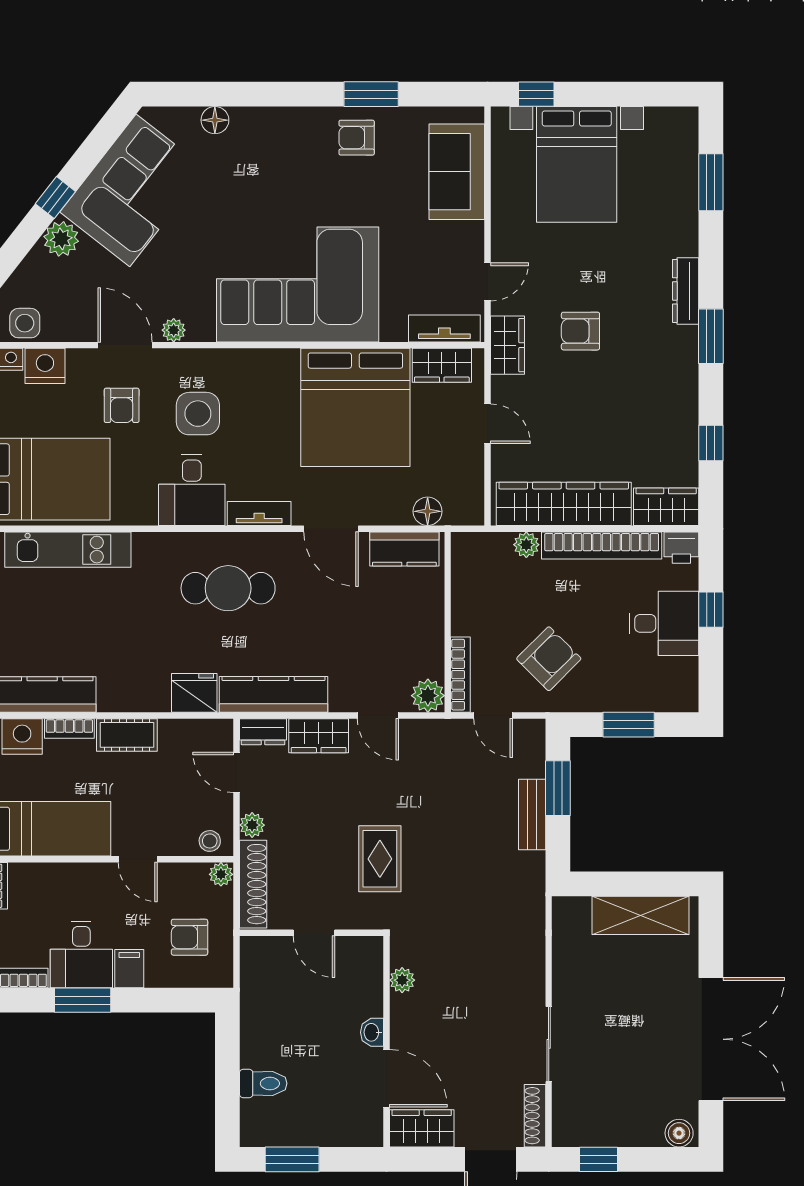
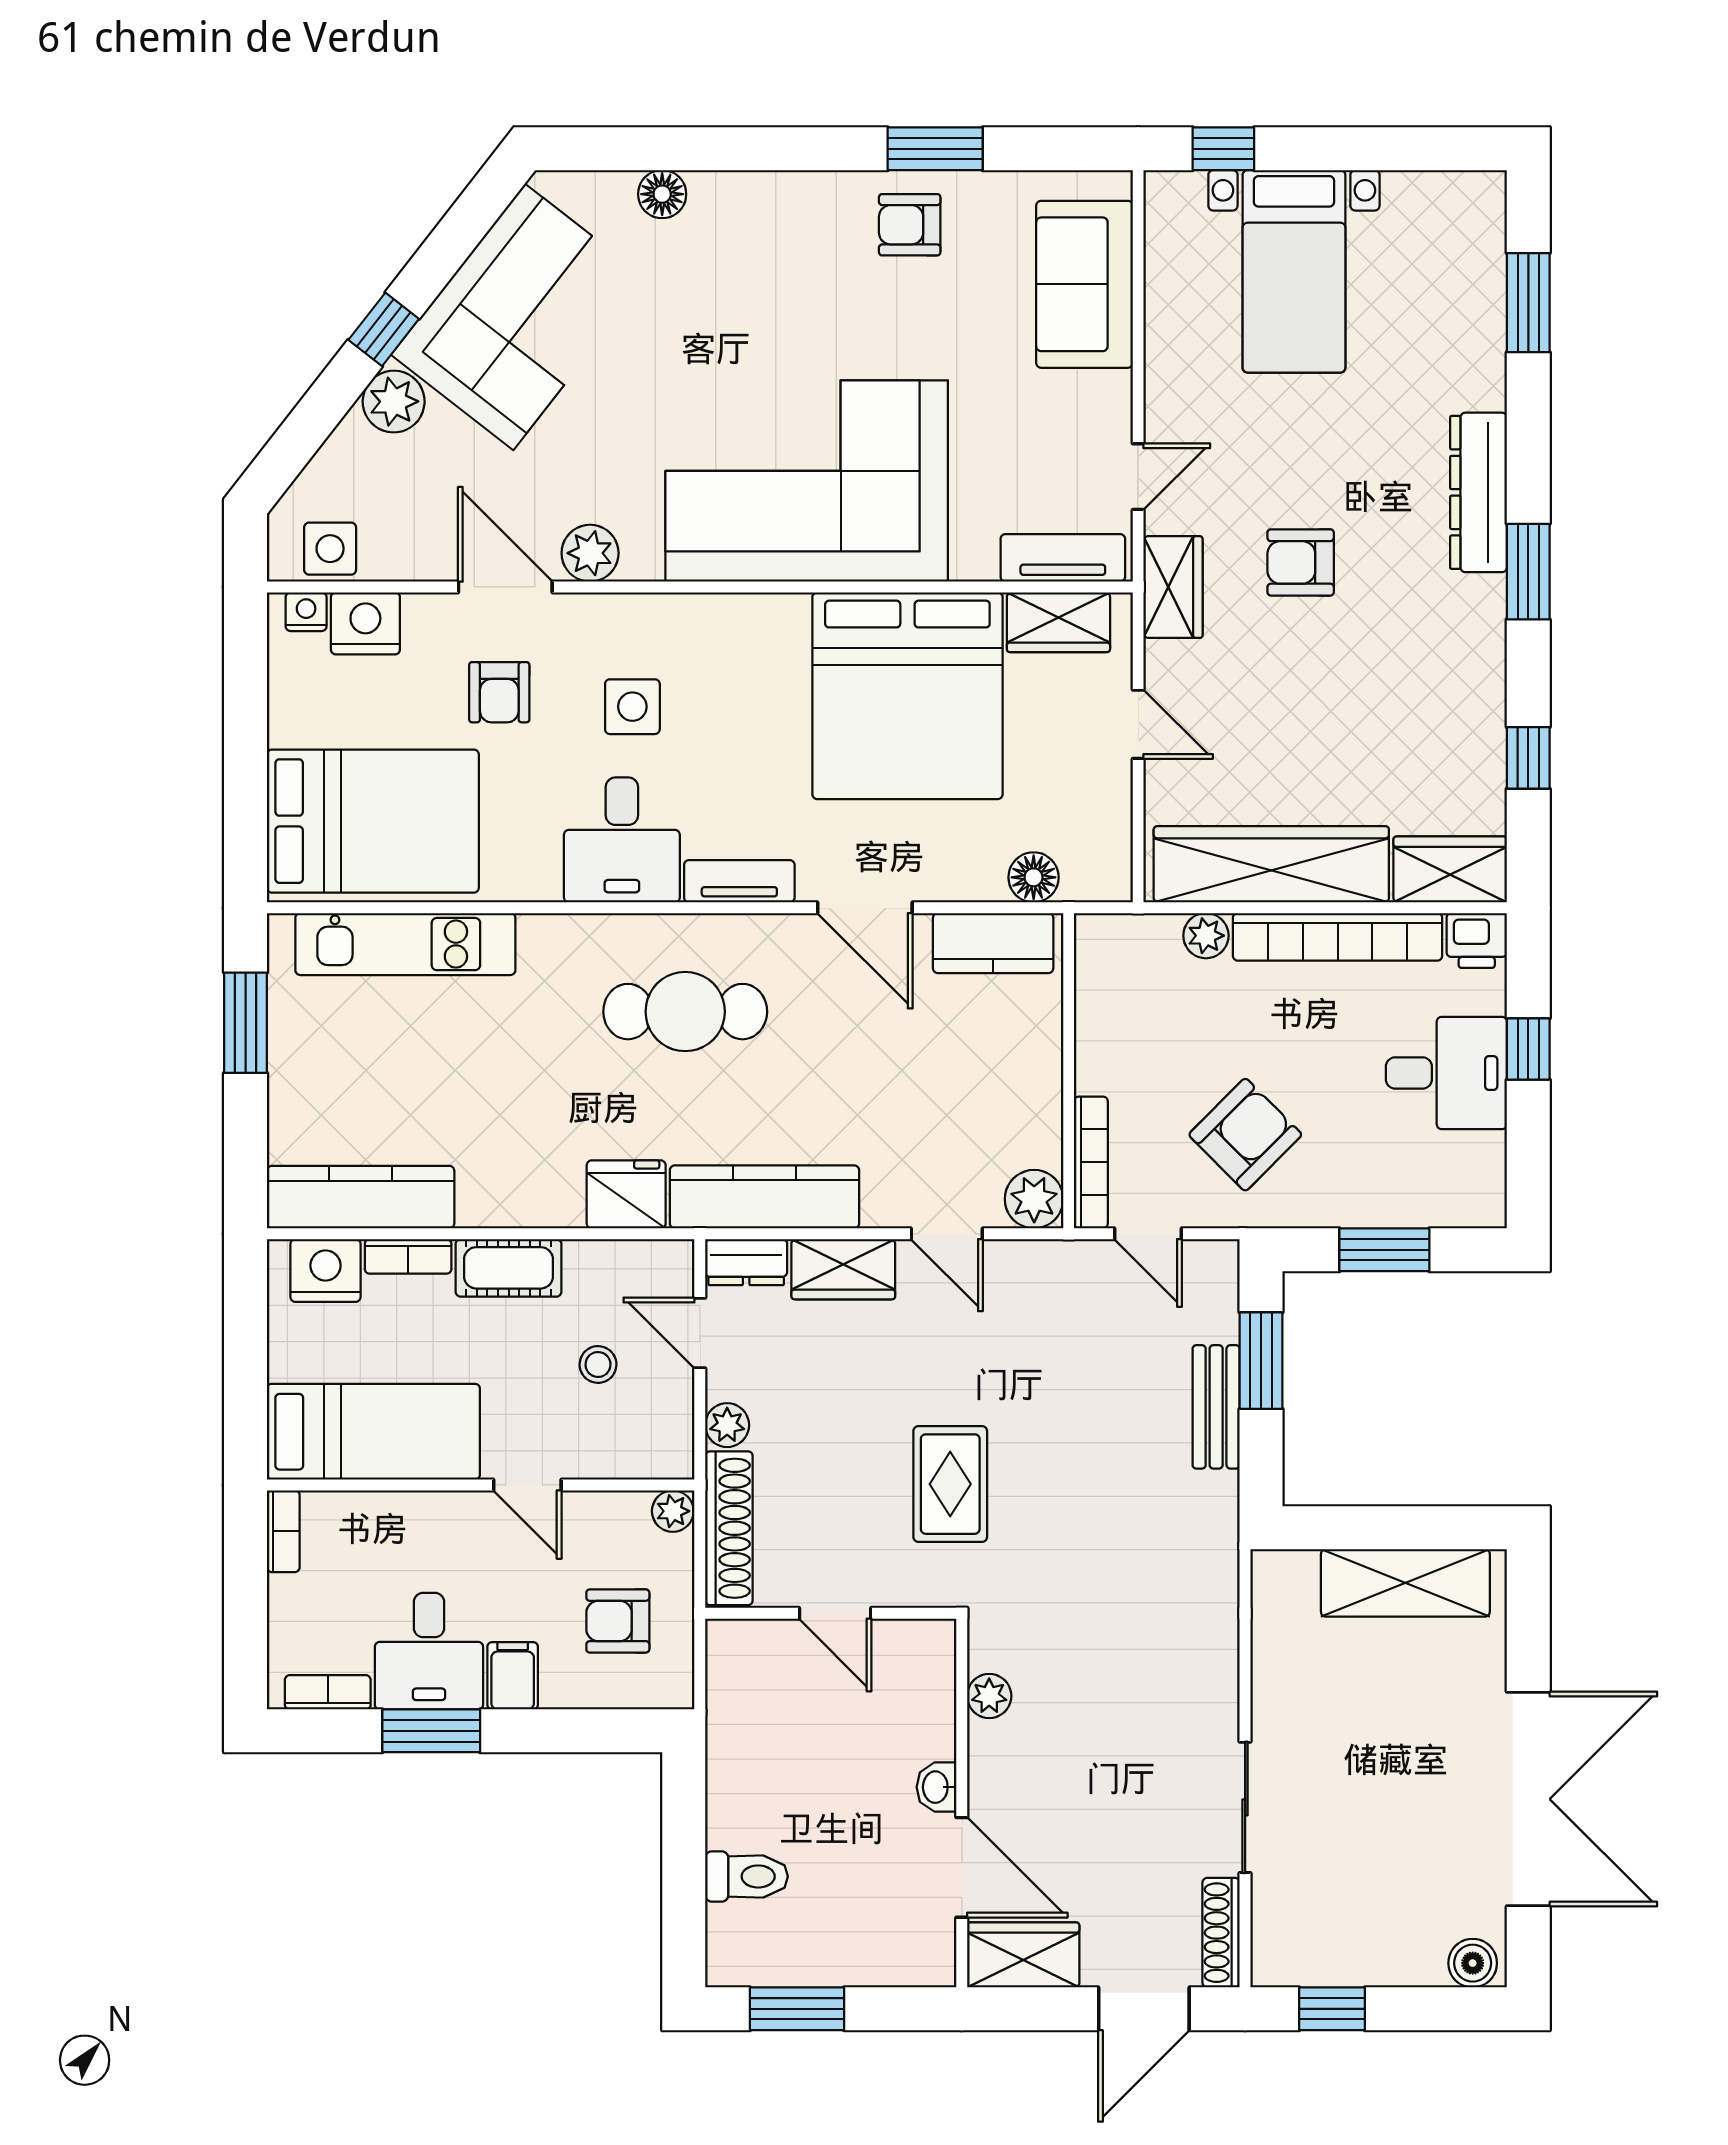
bed with nightstands: (577, 164) -> (1294, 271), width x0.73
dresser: (686, 291) -> (1479, 492), width x1.37, depth x1.24
plant: (174, 330) -> (590, 553), width x1.38, depth x1.38
side table: (198, 414) -> (632, 707), width x0.73, depth x0.73
stool: (210, 841) -> (598, 1364), moved

